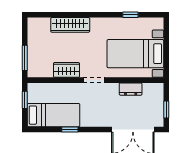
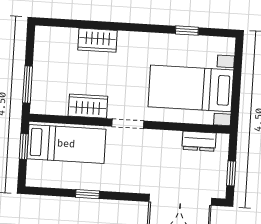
wardrobe: (70, 25) -> (97, 40), width x0.67
dresser: (131, 89) -> (199, 141), moved
bed: (53, 115) -> (66, 144), moved

